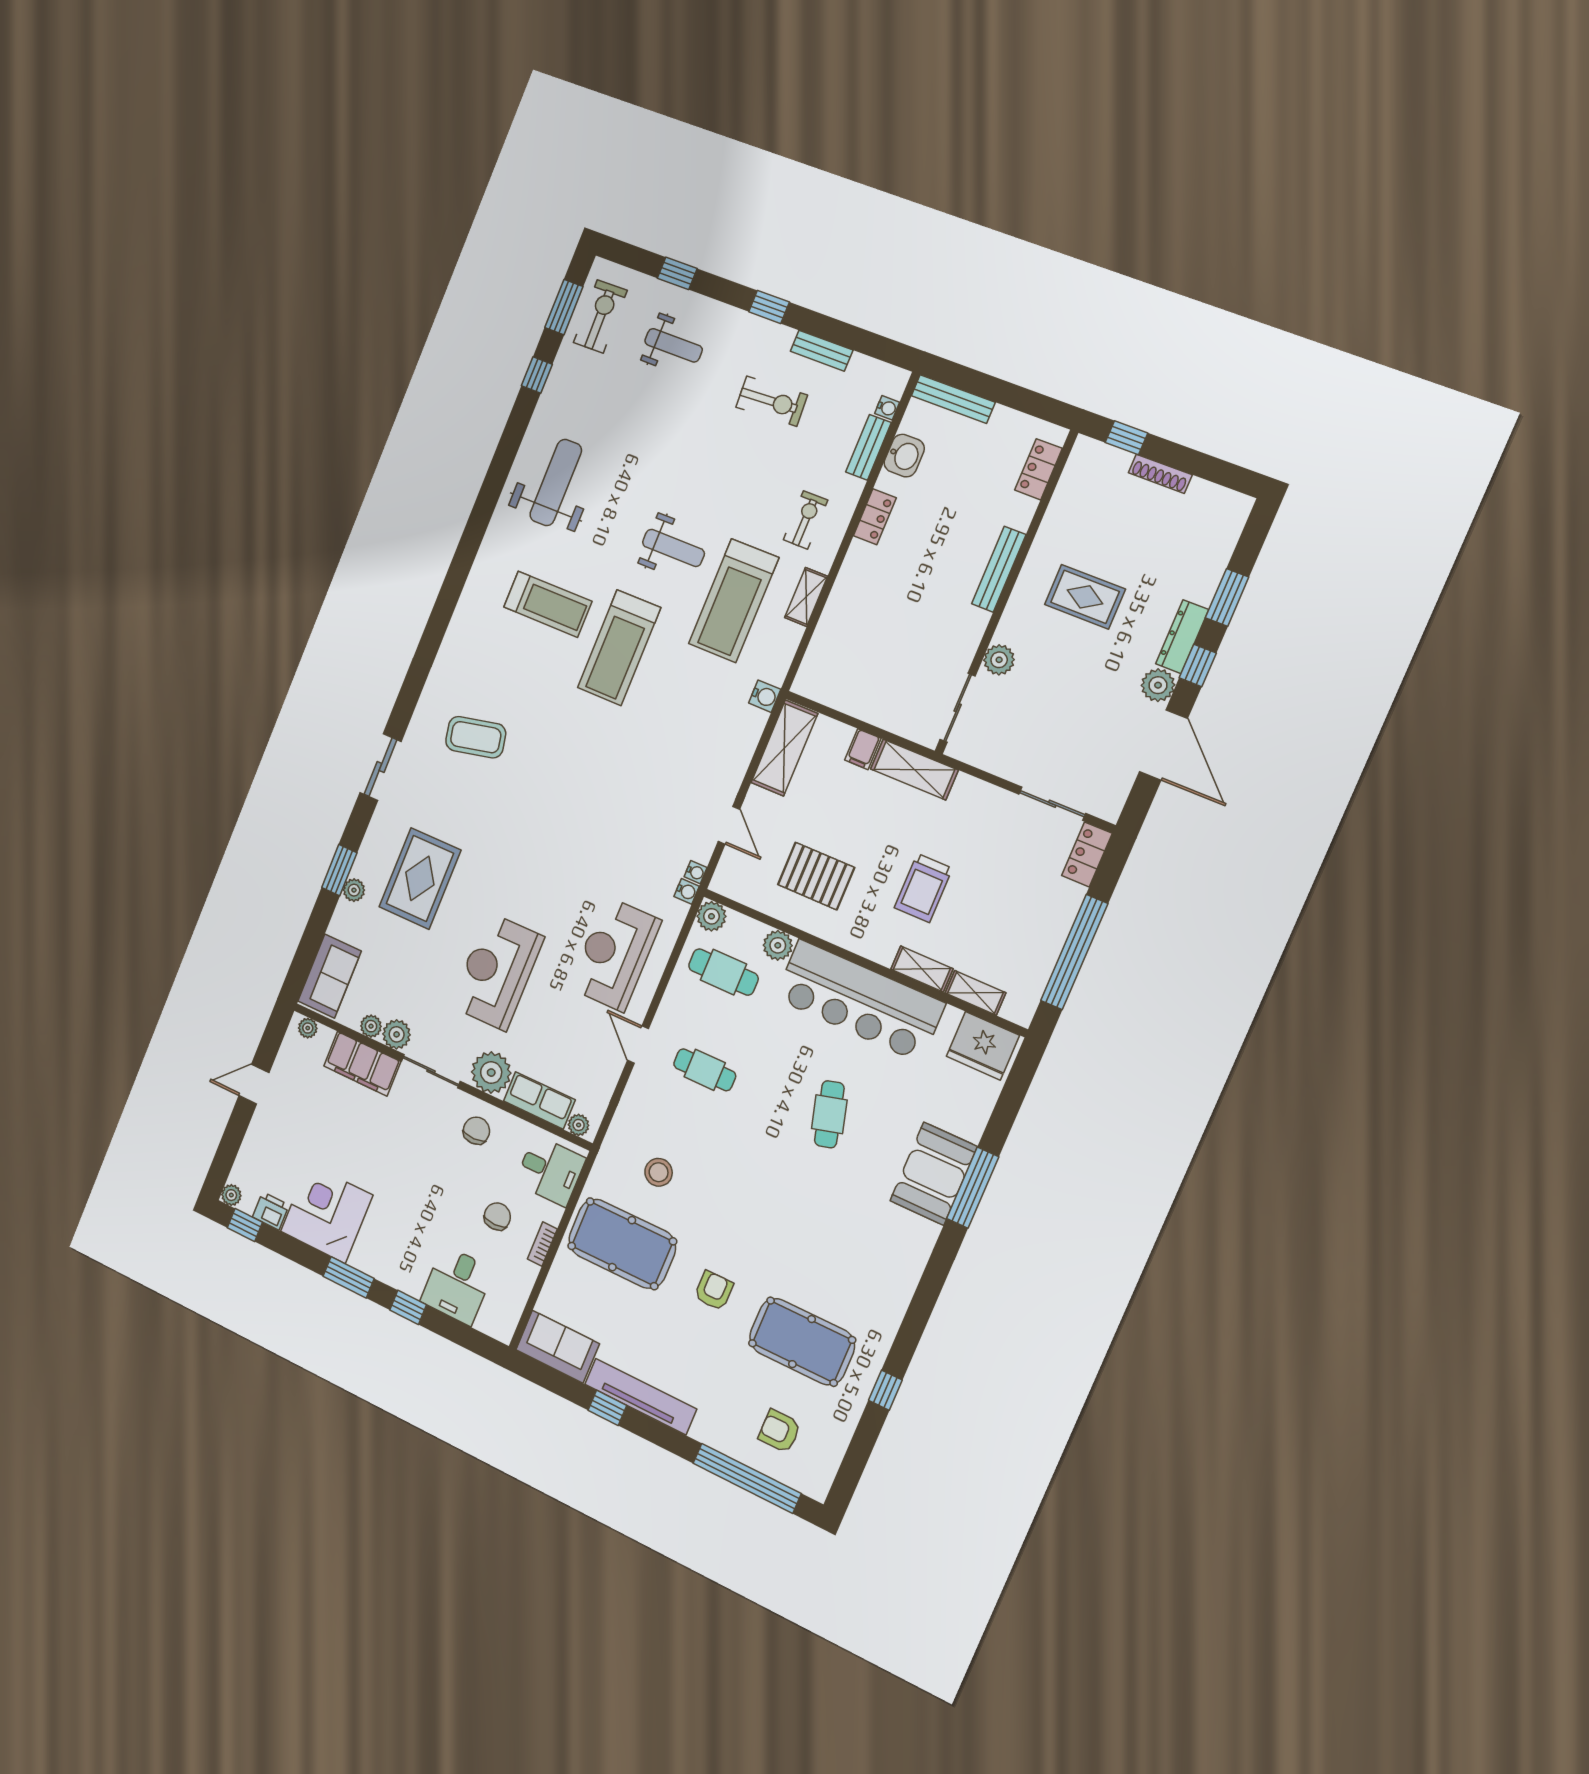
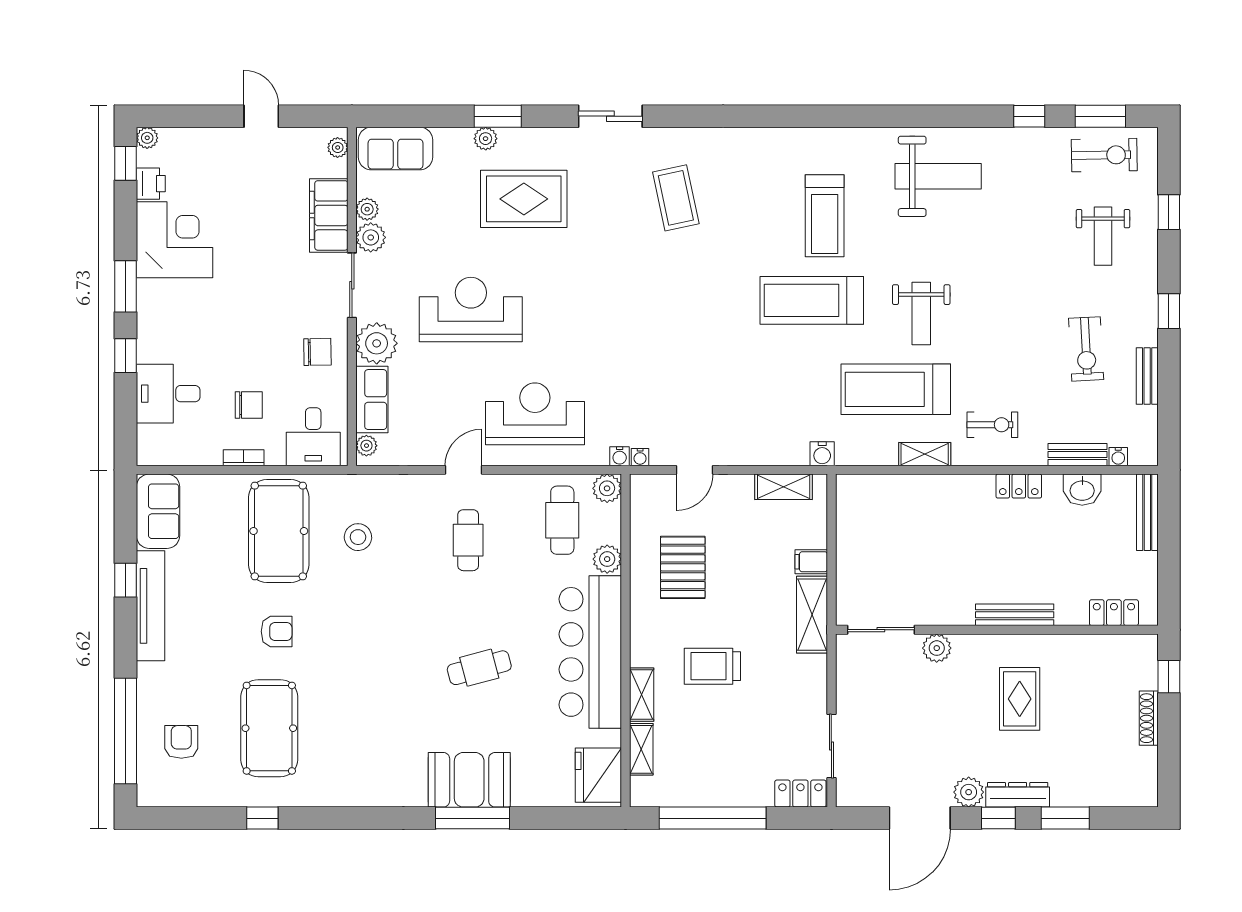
shelving: (784, 748) -> (784, 487), width x0.67, depth x0.75

